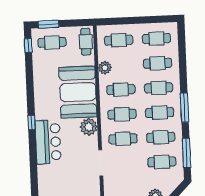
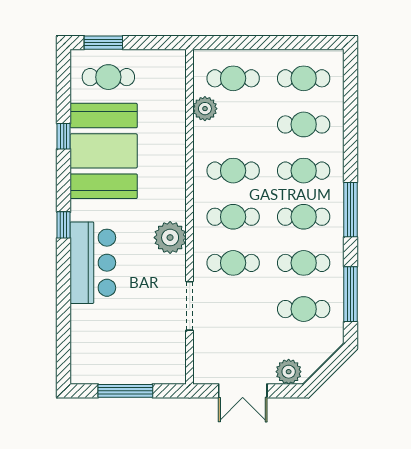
cafe table: (86, 42) -> (172, 78), removed
window: (28, 45) -> (64, 136), moved
plant: (105, 68) -> (205, 109), moved
booth: (78, 92) -> (104, 151), moved

